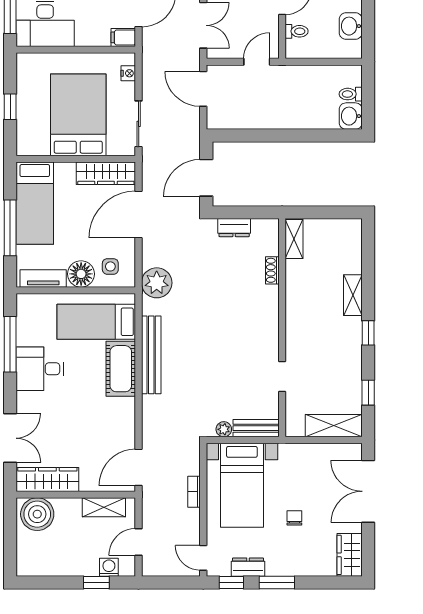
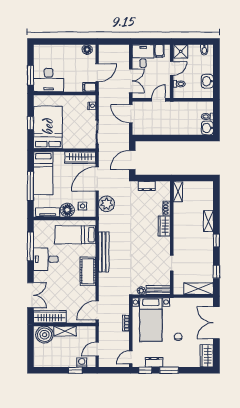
bed: (78, 115) -> (48, 127), moved
plant: (157, 283) -> (107, 204), moved
wardrobe: (268, 305) -> (164, 226), added
cot: (121, 369) -> (88, 271), moved
shelving: (104, 507) -> (65, 331), moved
door: (203, 558) -> (131, 357), hinge flipped

